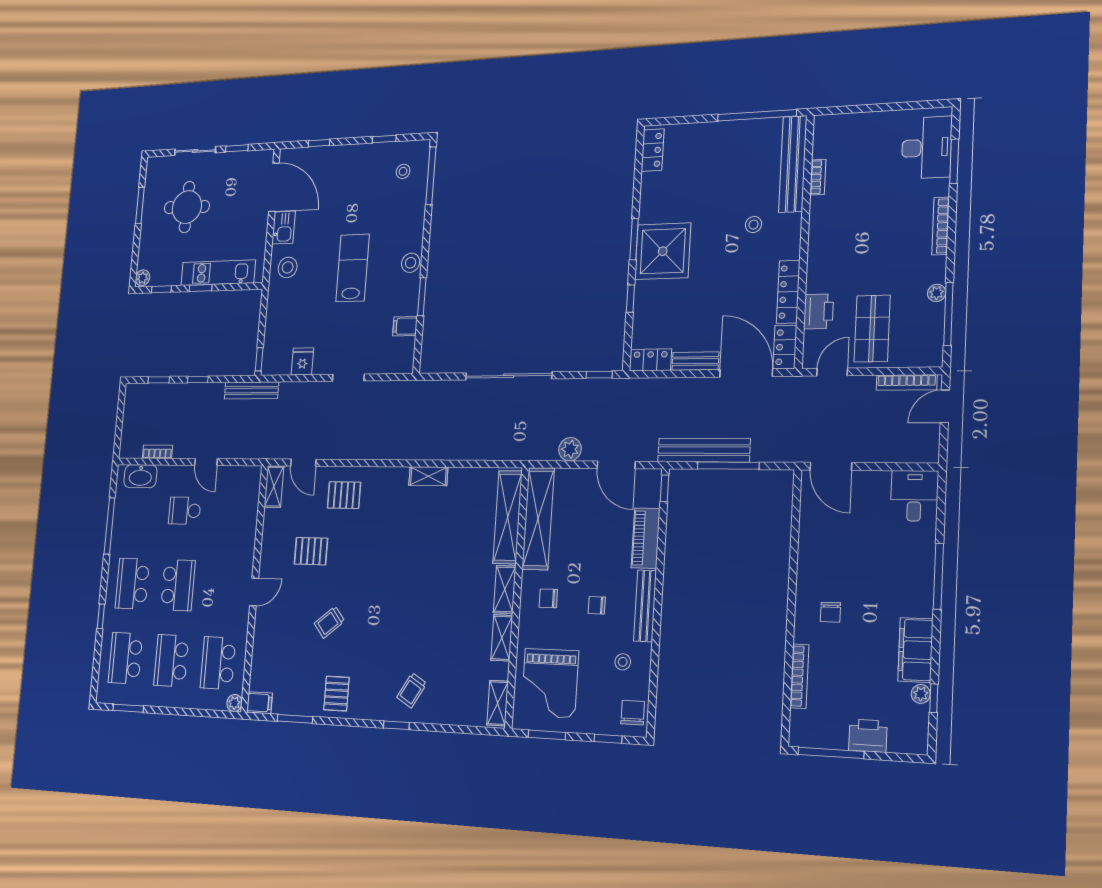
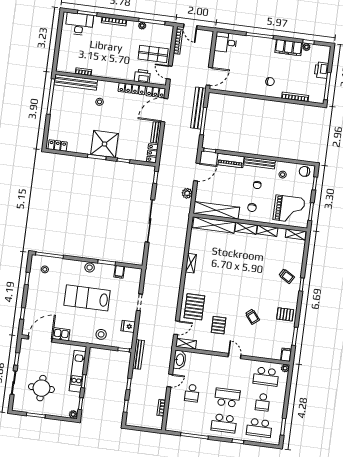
stool: (288, 267) -> (101, 334), moved
lab bench: (353, 268) -> (87, 298), width x1.36, depth x1.39
bench: (704, 450) -> (198, 108), moved
washbasin: (140, 476) -> (180, 360), moved
pallet: (344, 495) -> (194, 307), width x1.50, depth x1.42
school desk: (171, 661) -> (263, 402), width x0.54

